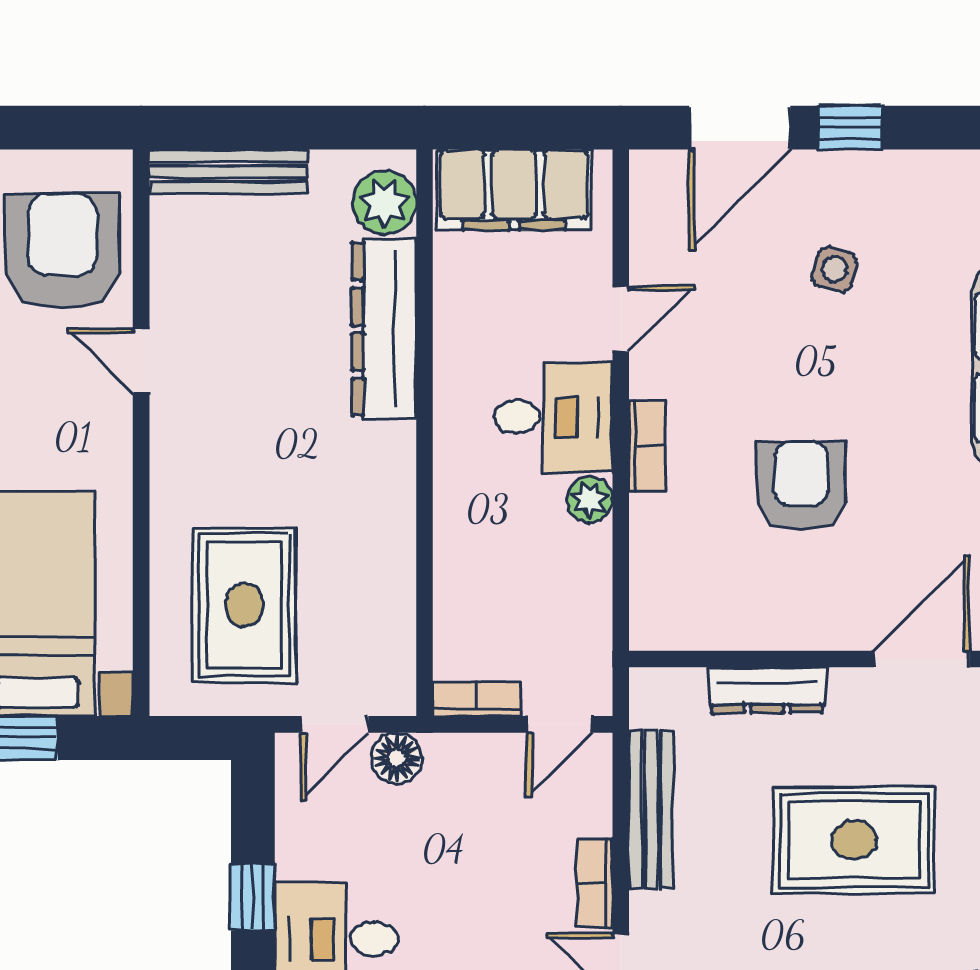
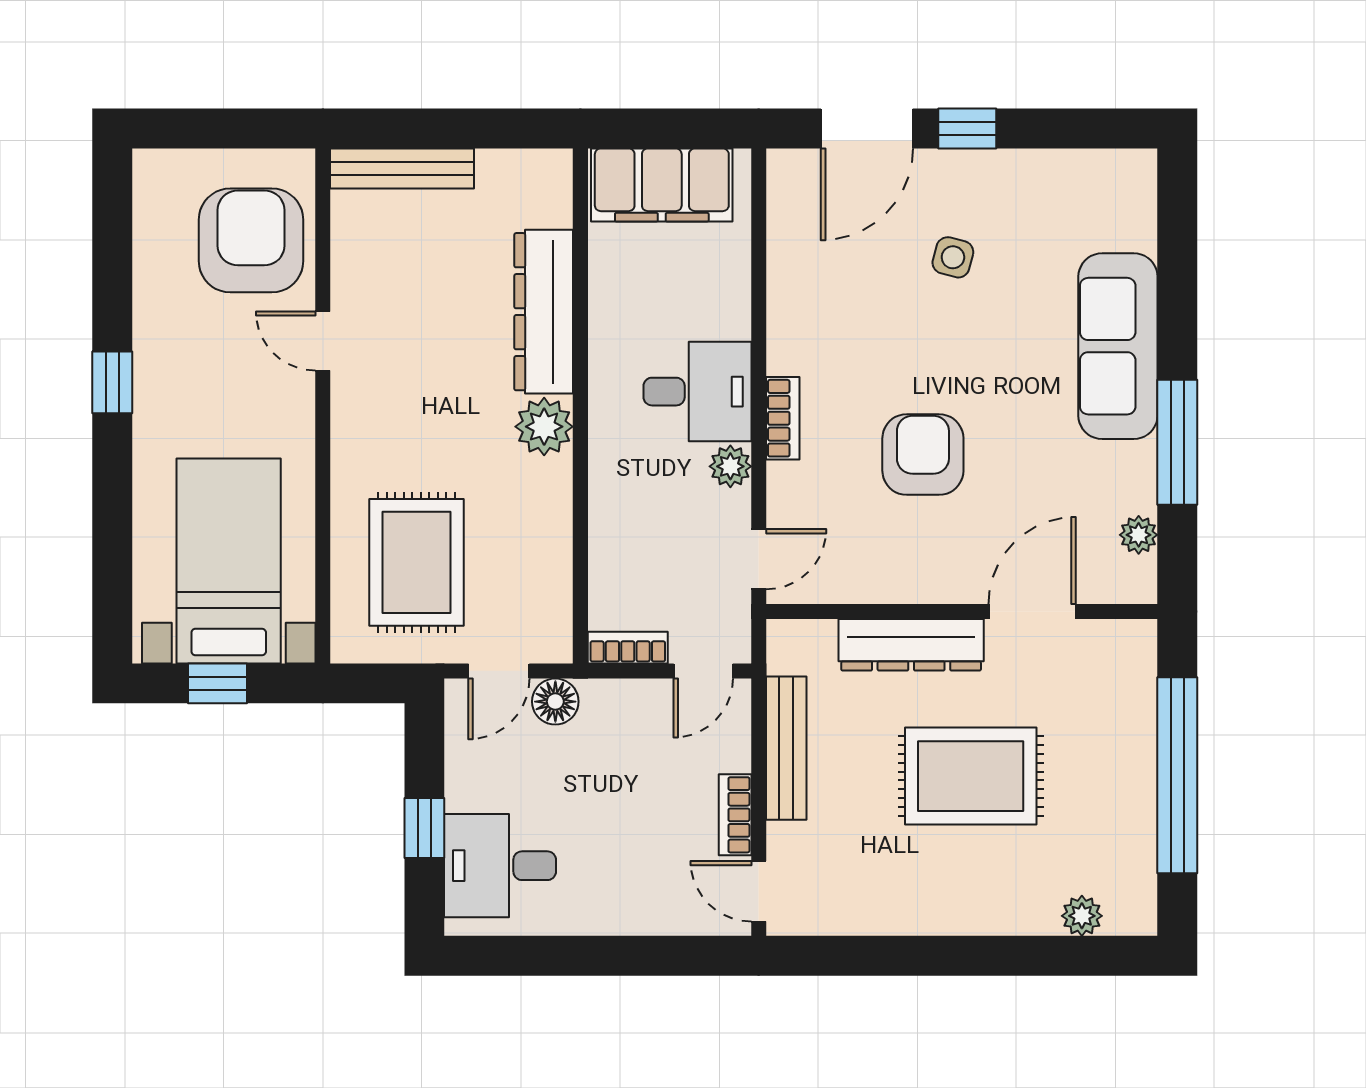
plant: (385, 203) -> (544, 427), moved
door: (621, 319) -> (759, 559), moved
dresser: (767, 690) -> (911, 645), width x1.37, depth x1.24

